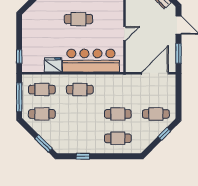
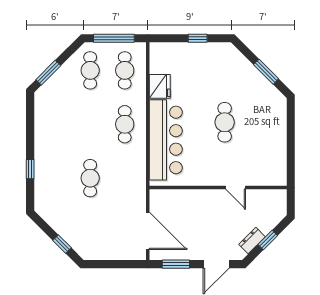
door: (124, 34) -> (236, 188), moved
window: (19, 57) -> (198, 38), moved
cafe table: (156, 114) -> (90, 232), removed
cafe table: (118, 138) -> (56, 178), removed
window: (83, 156) -> (30, 169), moved

